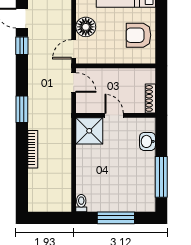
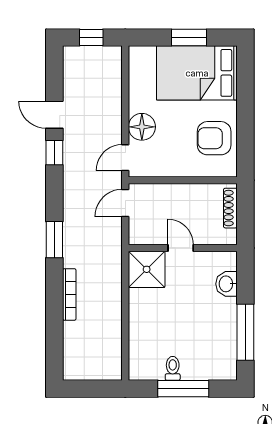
door: (74, 83) -> (125, 203), swing flipped
shoe rack: (150, 98) -> (230, 208), moved
toilet: (81, 203) -> (173, 368), moved

